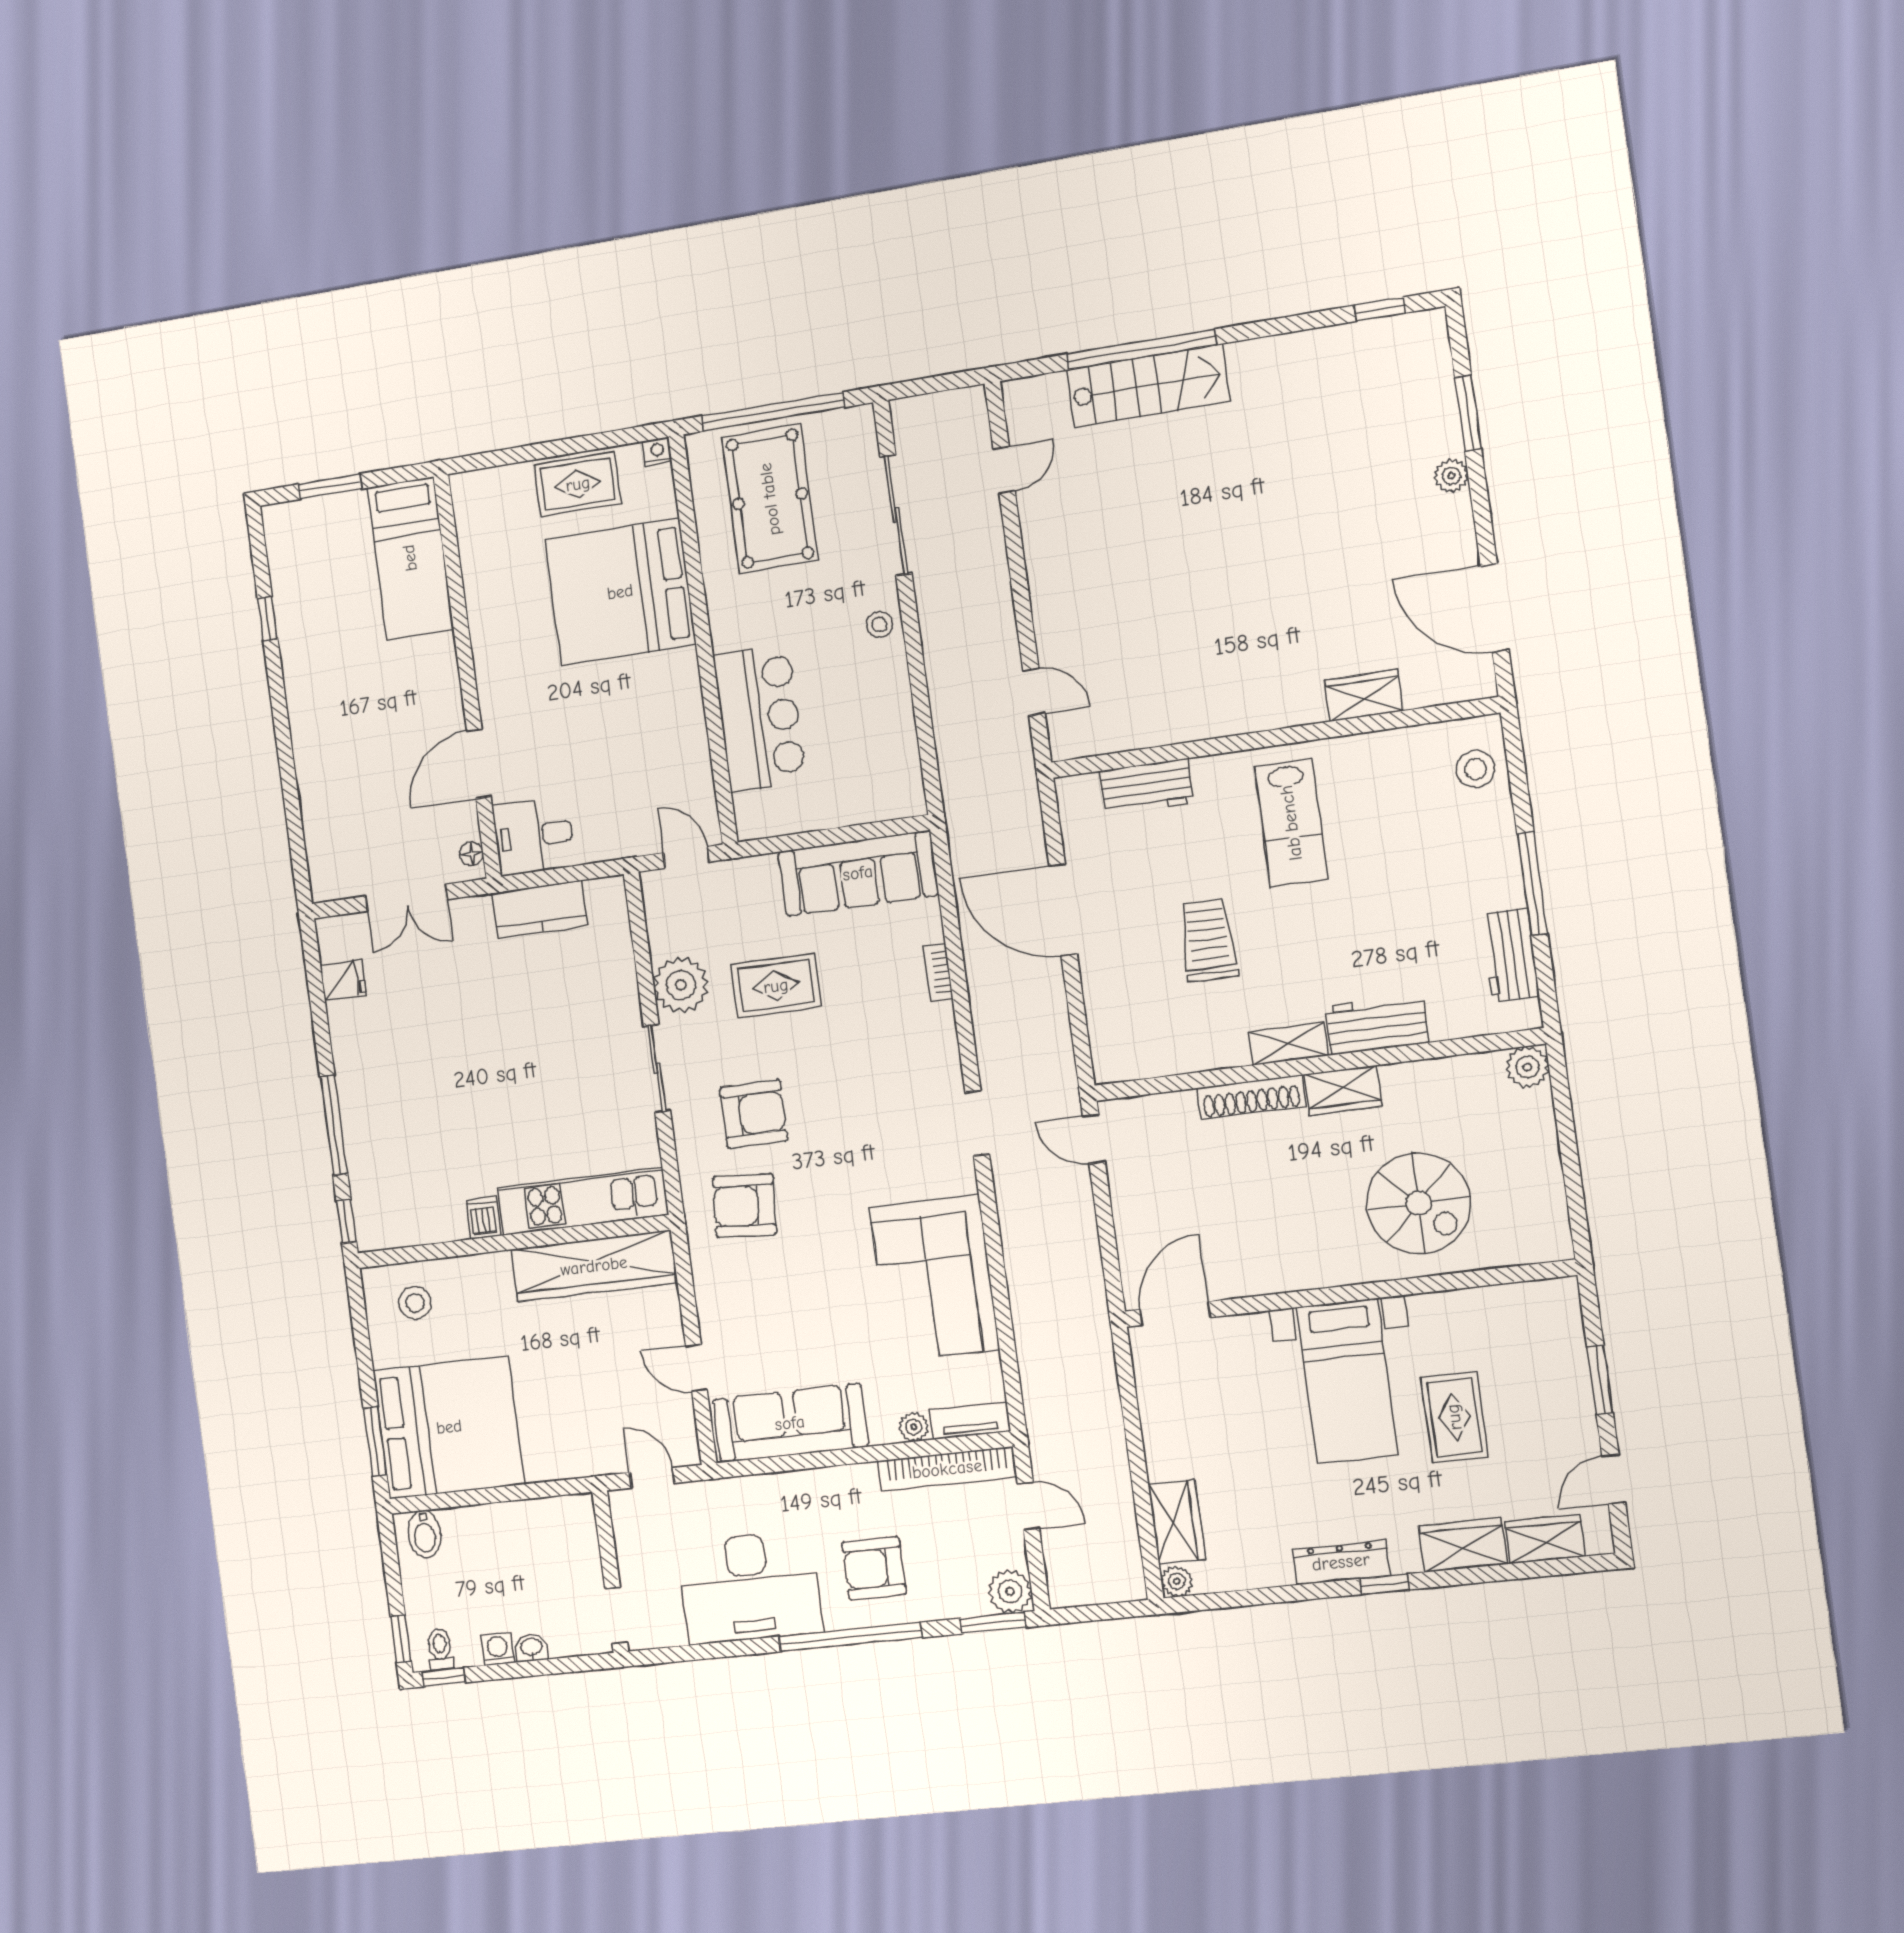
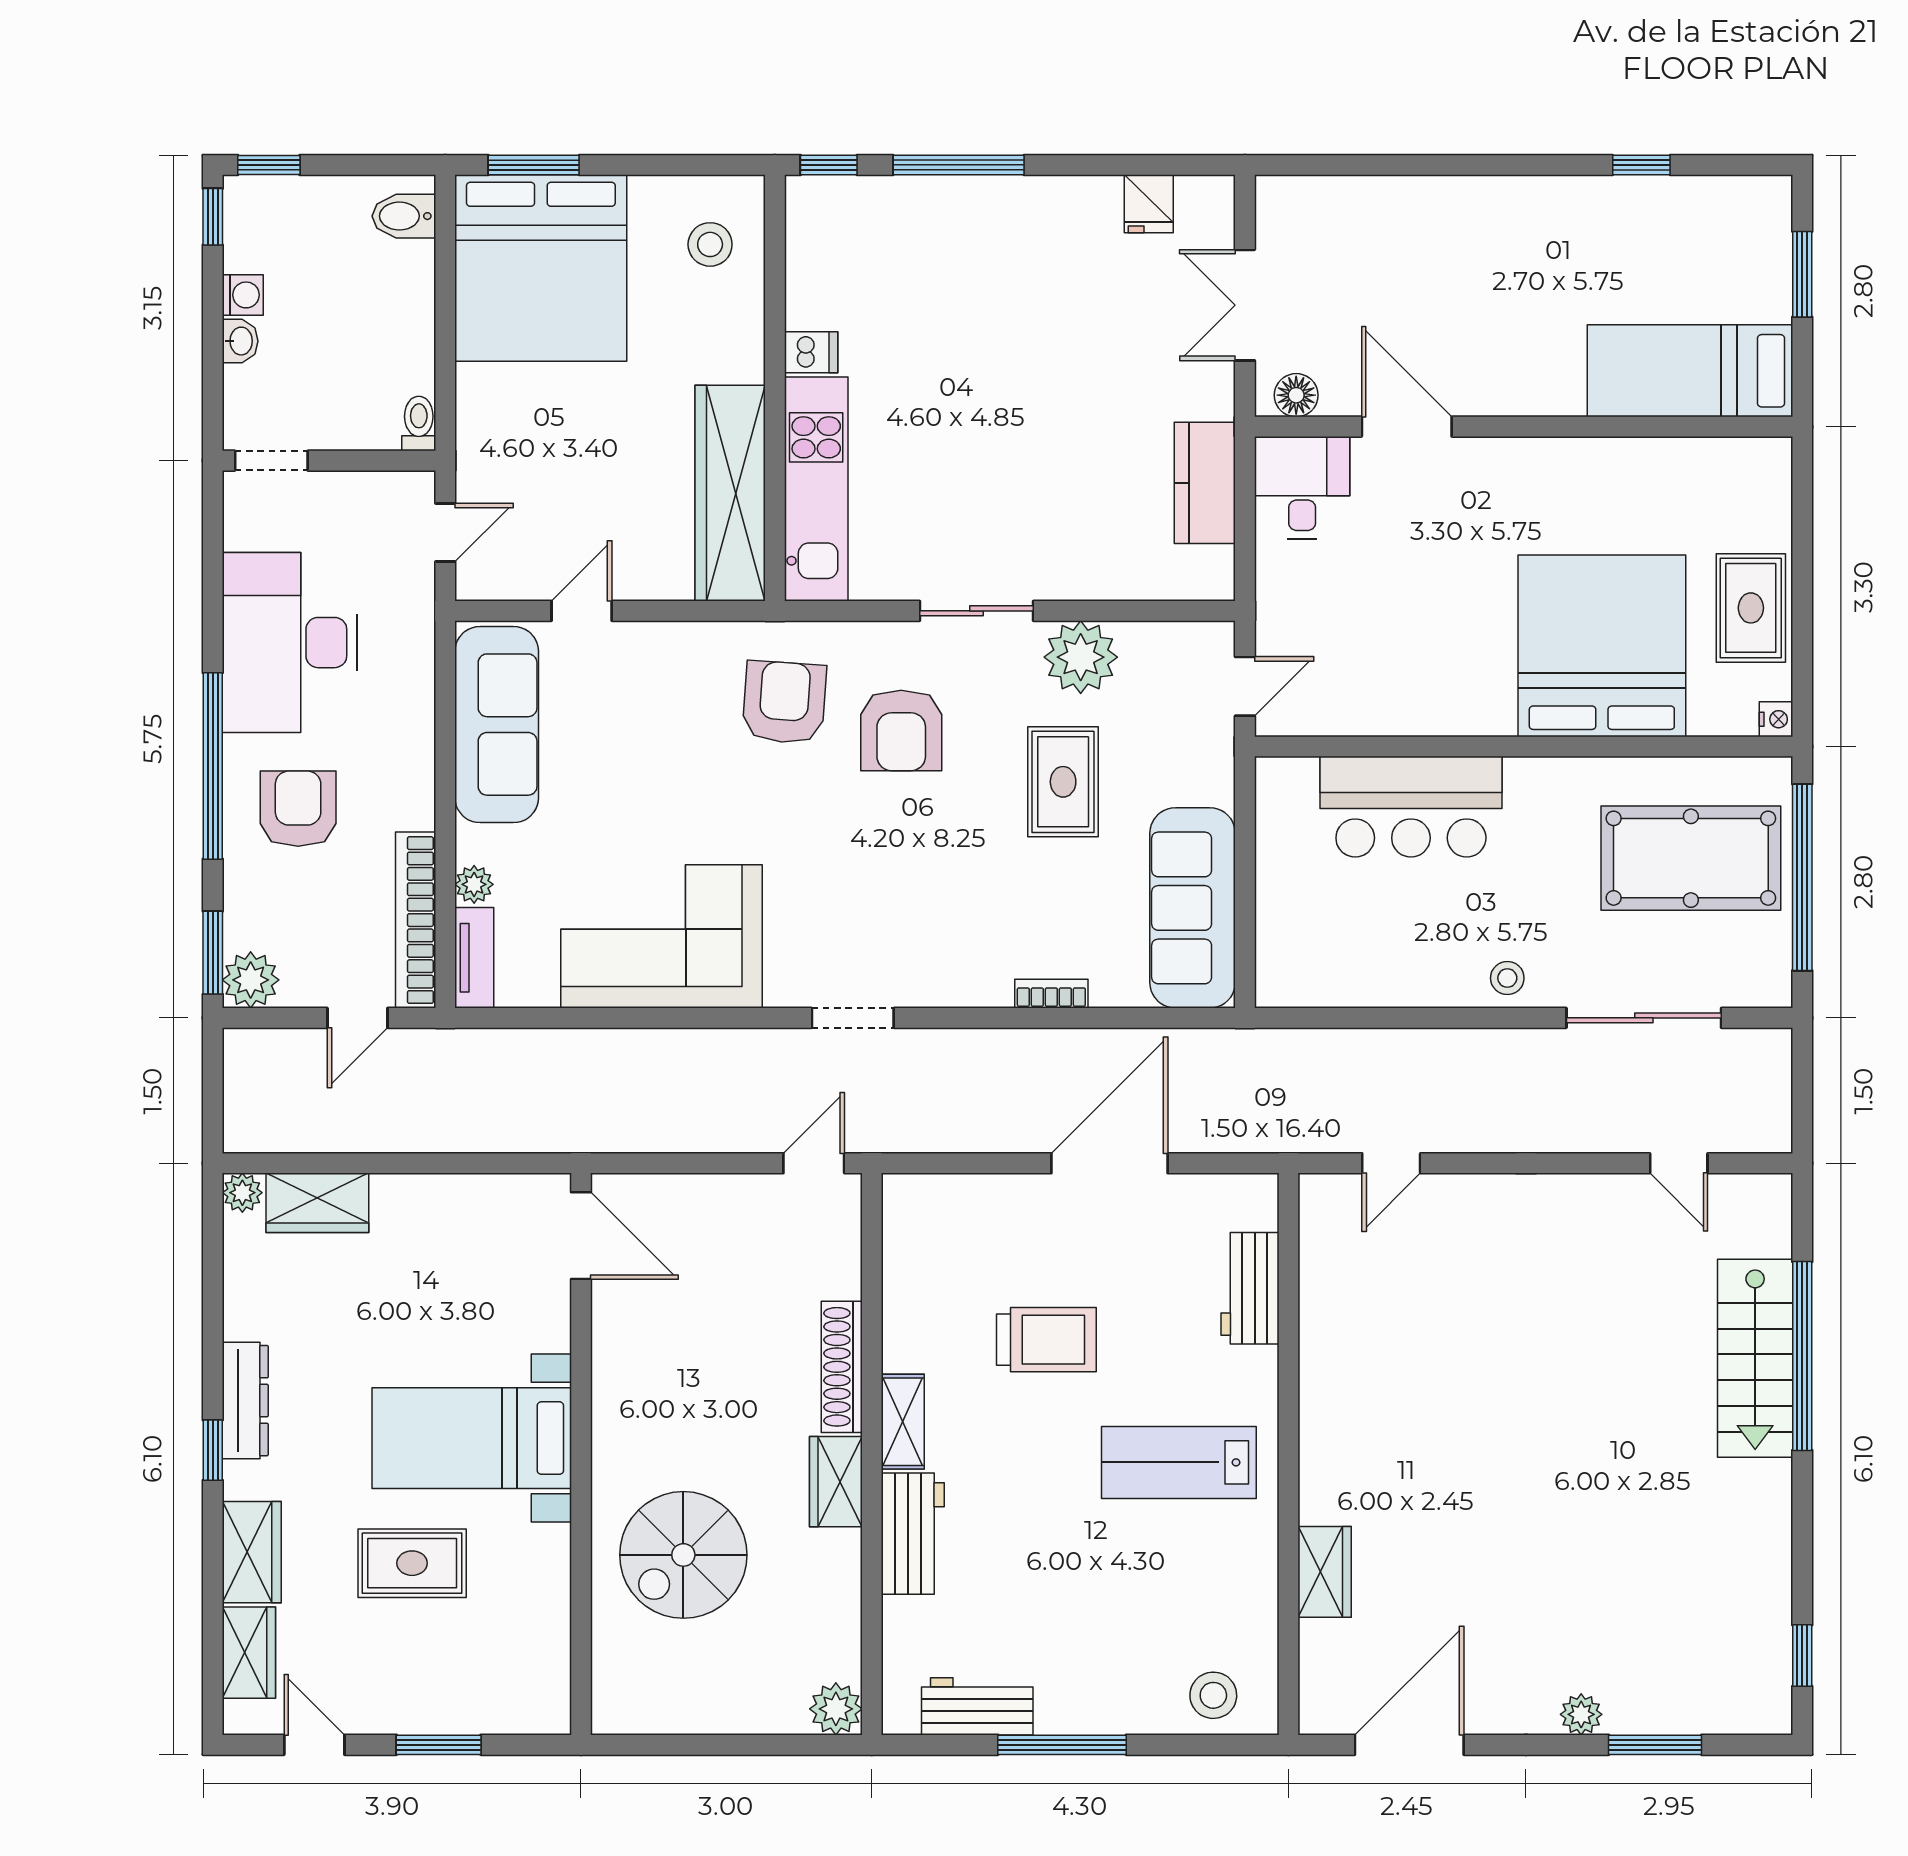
floor lamp: (472, 854) -> (1296, 395), width x1.37, depth x1.37
toilet: (440, 1649) -> (419, 423), moved, turned -90

